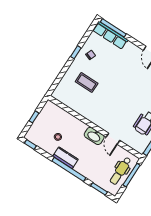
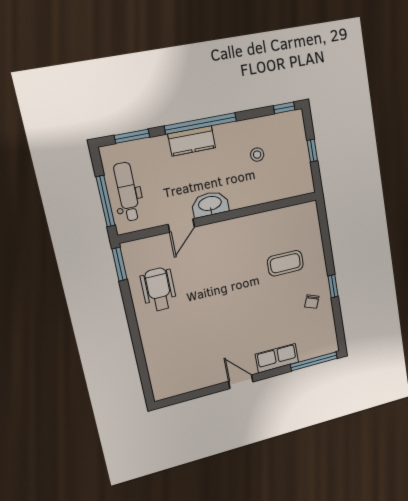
row of seats: (110, 35) -> (277, 358), moved, width x0.68
door: (113, 139) -> (181, 226), swing flipped
kitchen counter: (65, 158) -> (192, 141), moved

